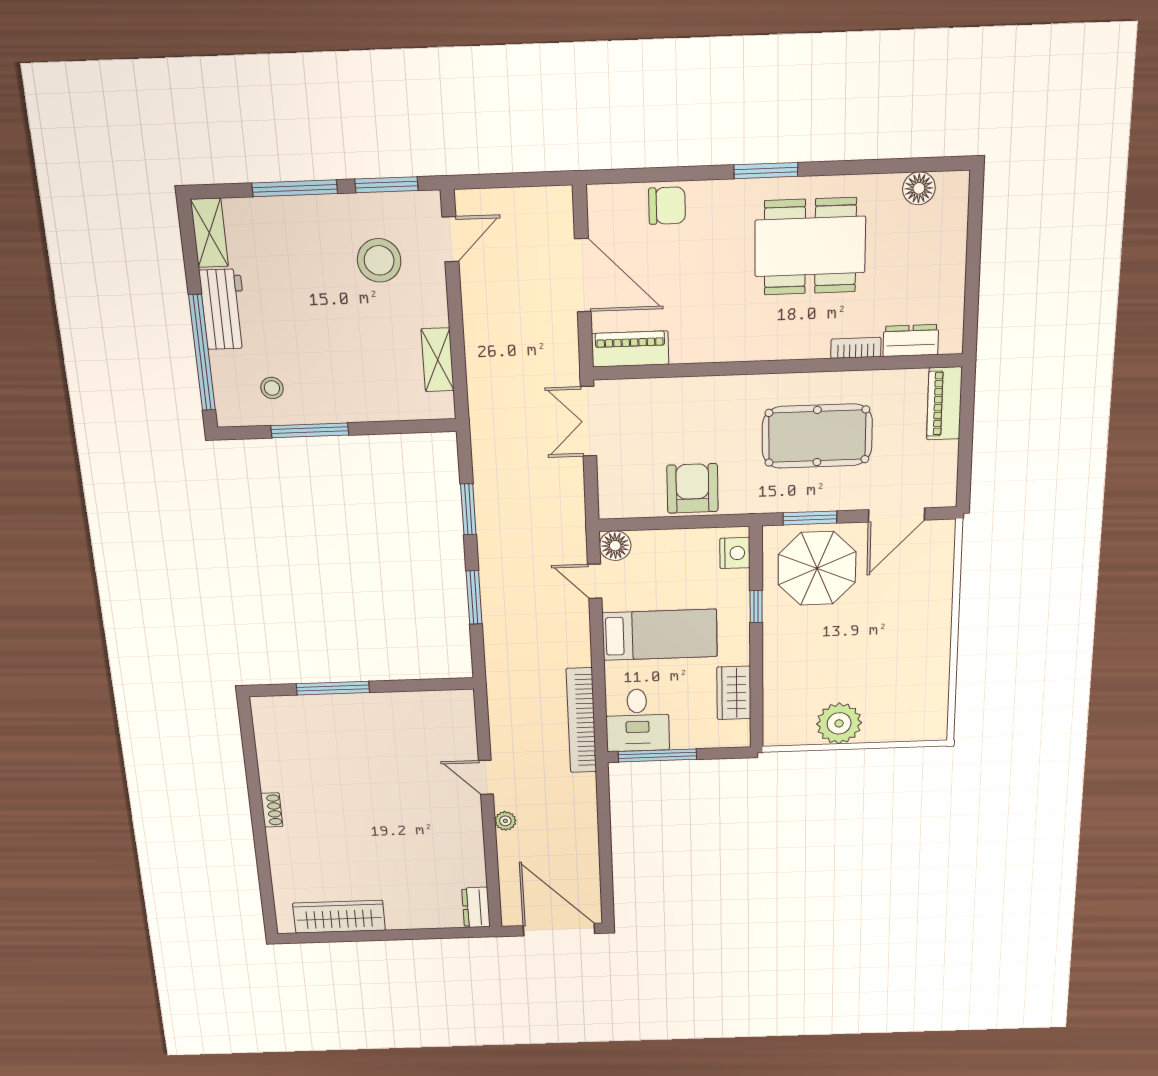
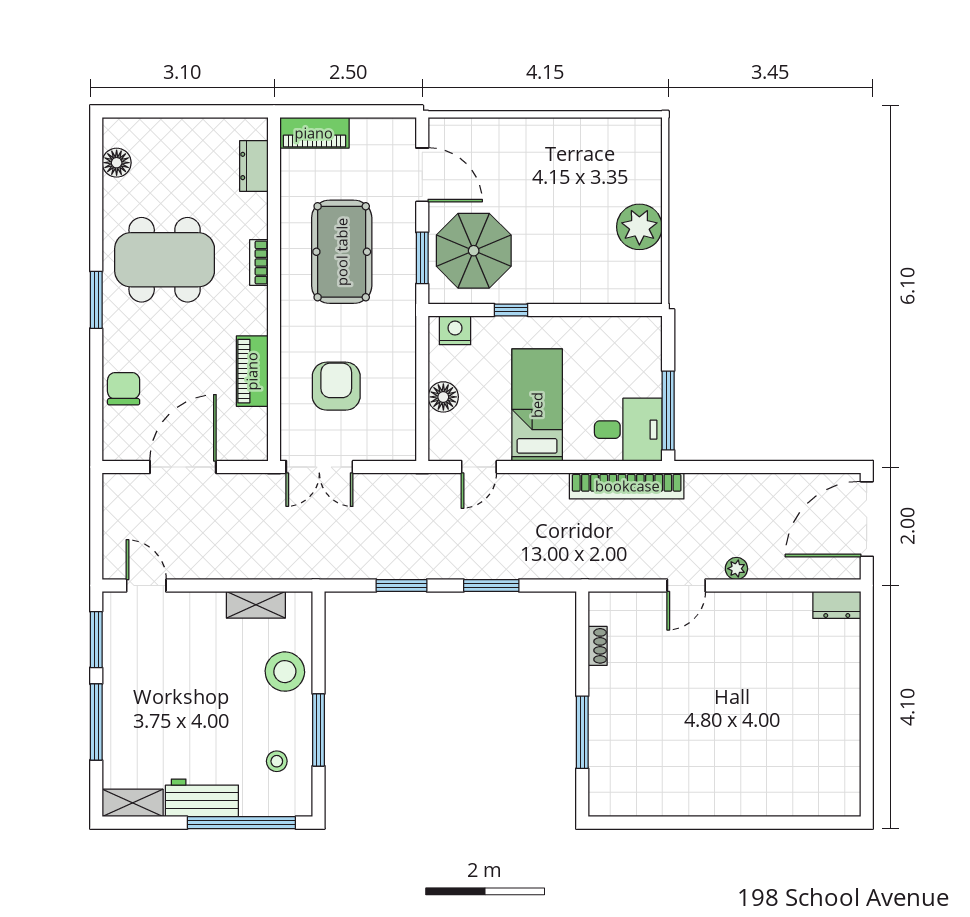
dining table: (810, 246) -> (165, 260), turned 90
stool: (379, 260) -> (285, 672), moved
bookcase: (856, 348) -> (259, 263), moved
piano: (630, 349) -> (252, 371), moved
armchair: (692, 488) -> (336, 386), moved, turned 90
floor lamp: (615, 546) -> (443, 397), moved
wardrobe: (734, 693) -> (602, 332), removed
shoe rack: (272, 810) -> (598, 646), moved, turned 90
wardrobe: (339, 917) -> (842, 749), removed

